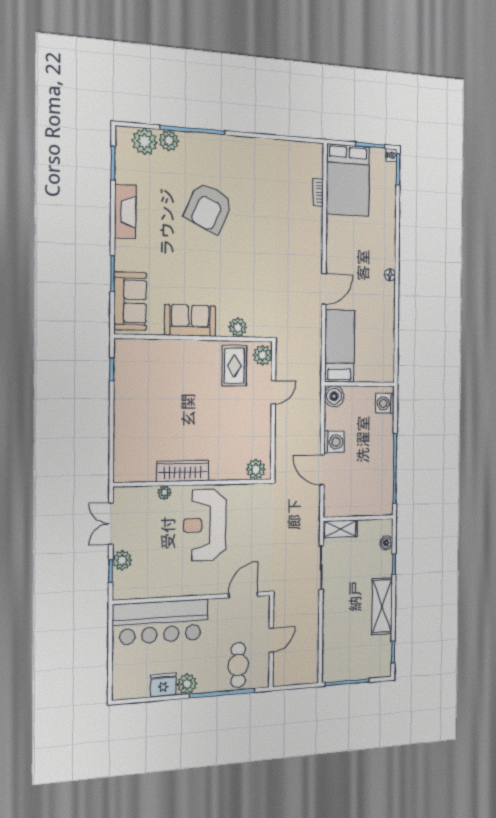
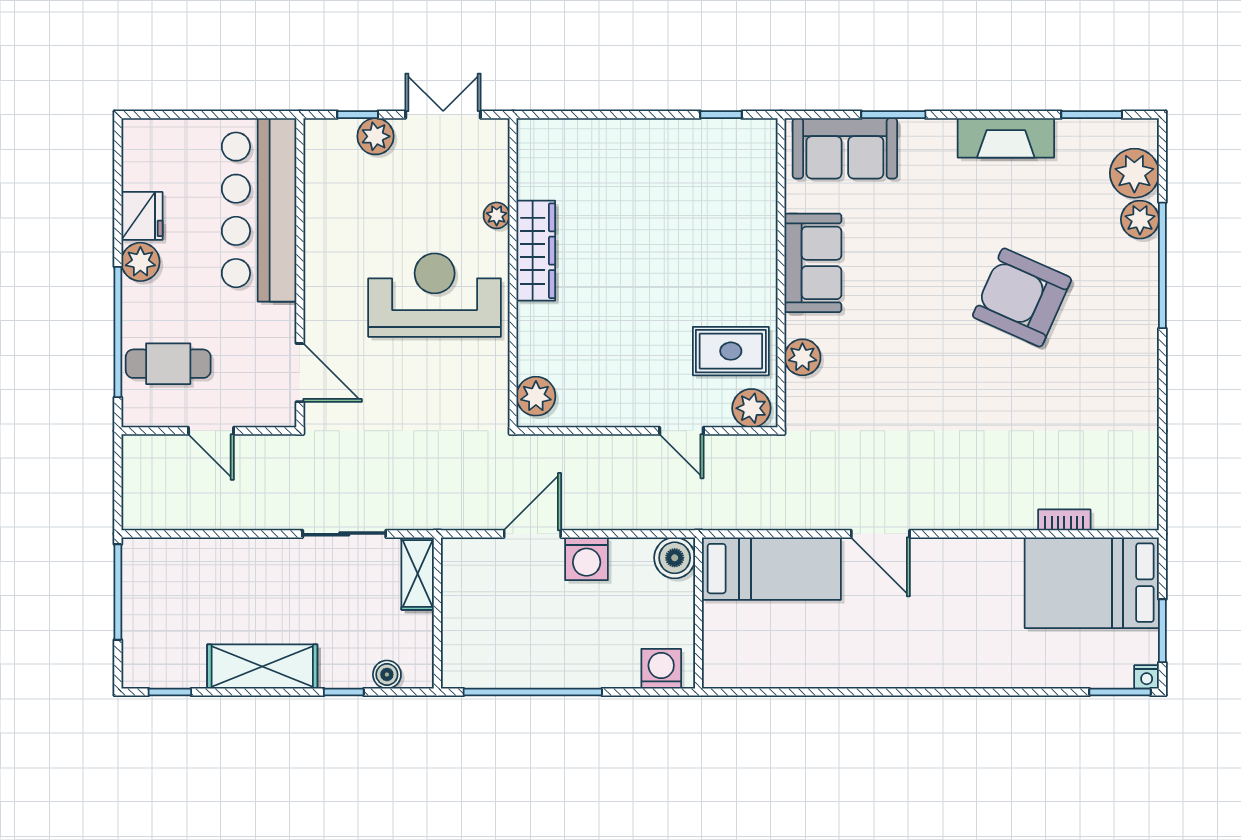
floor lamp: (390, 275) -> (913, 677), removed

